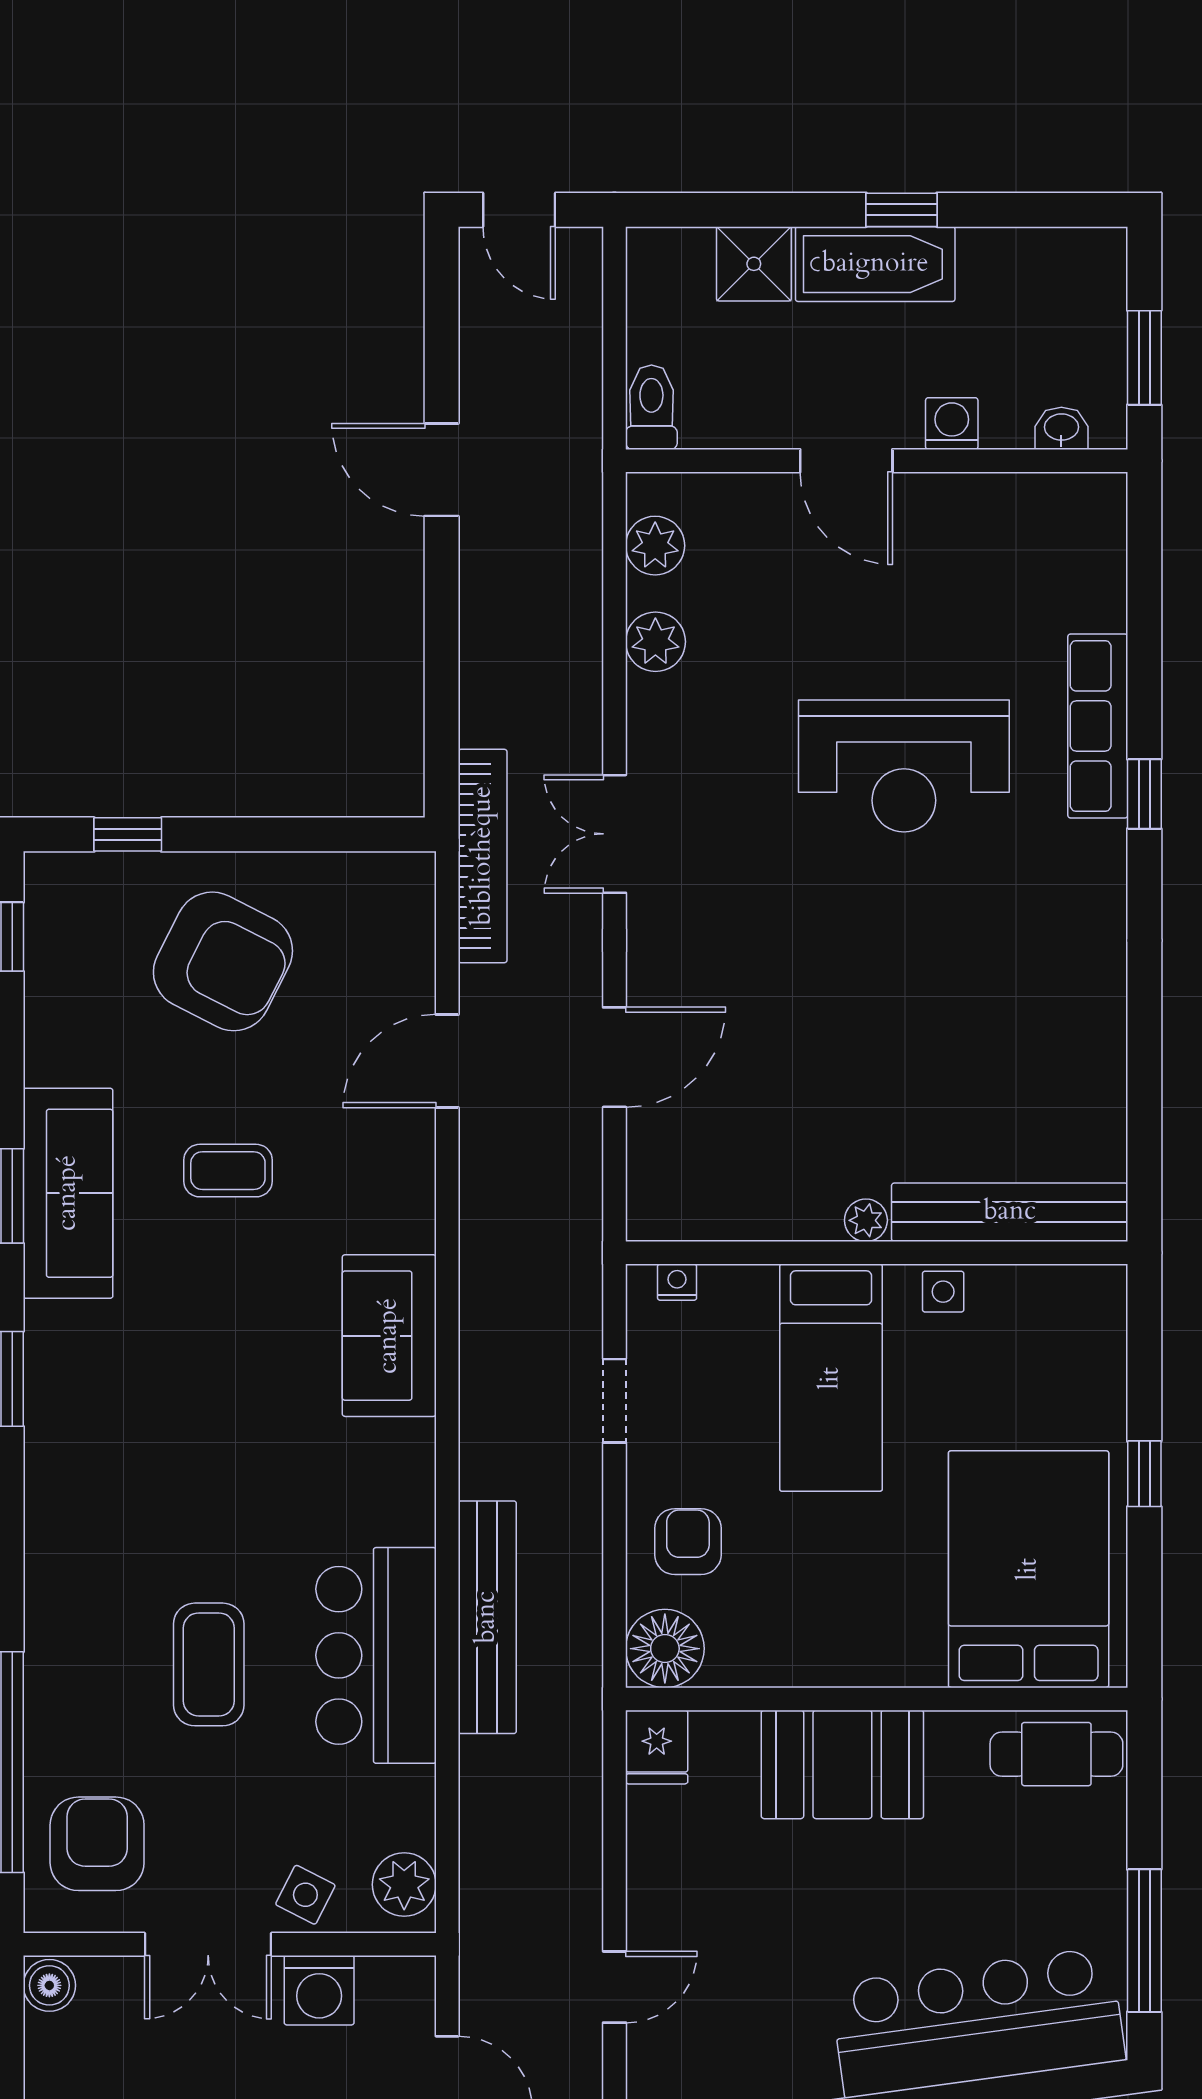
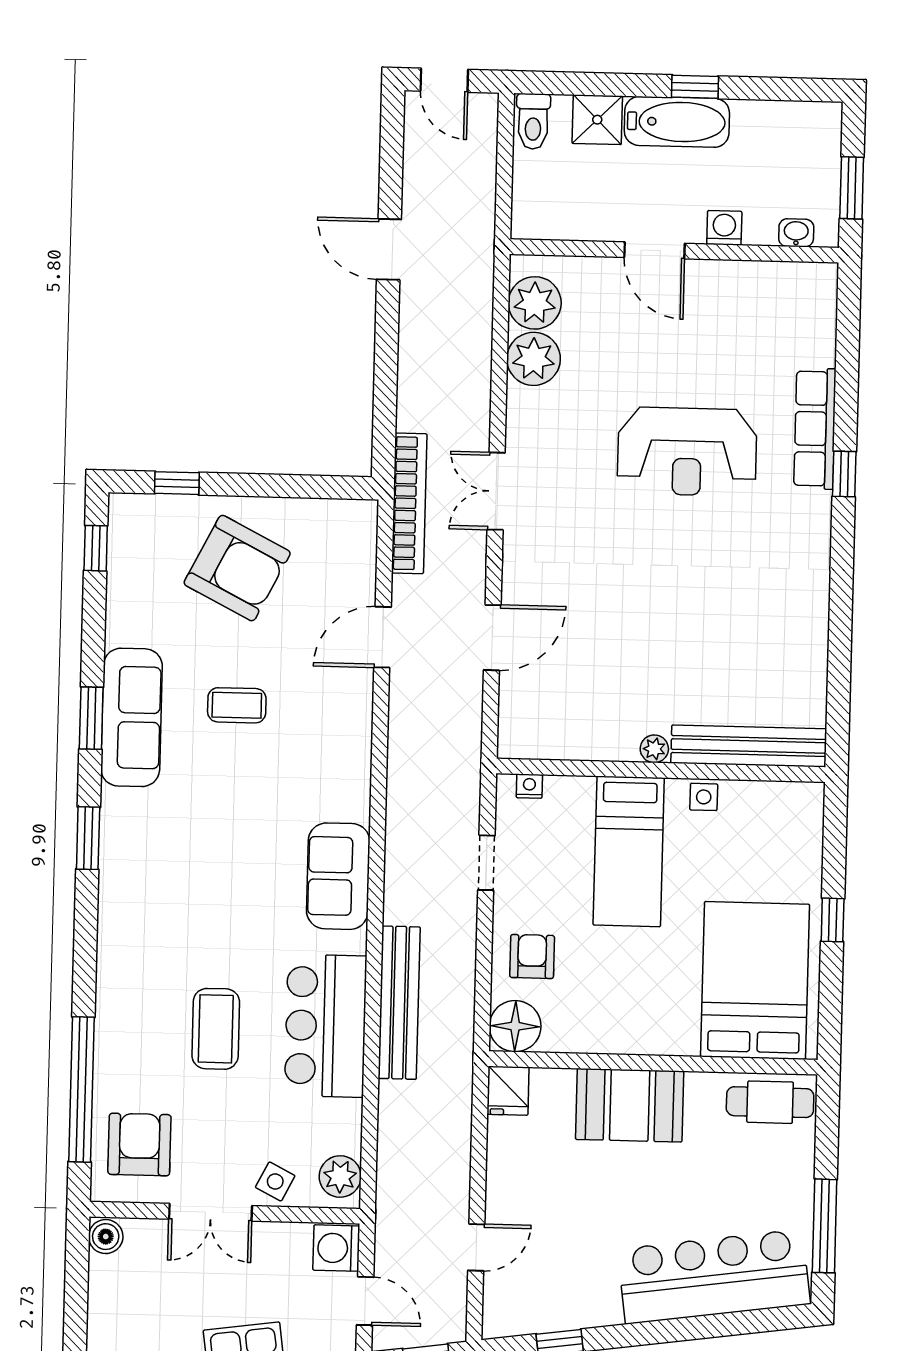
toilet: (651, 407) -> (533, 121), moved, turned 180
plant: (655, 546) -> (535, 303), width x1.36, depth x1.36
plant: (655, 642) -> (534, 359), width x1.36, depth x1.36
sofa: (389, 1336) -> (338, 876), moved
washing machine: (319, 1990) -> (336, 1248), moved, turned 90

